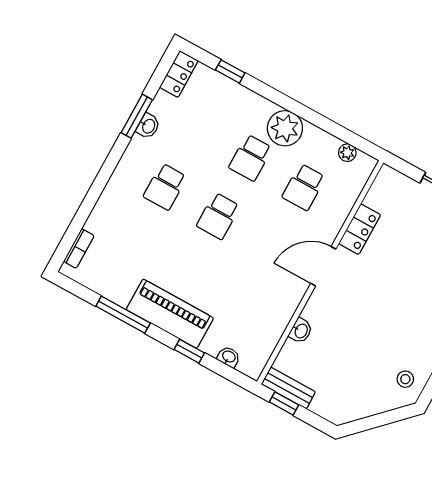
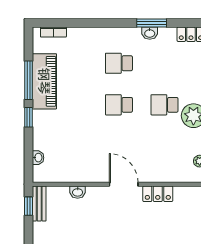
school desk: (304, 187) -> (165, 146), removed
piano: (170, 314) -> (44, 81), moved
window: (189, 351) -> (28, 117), moved

